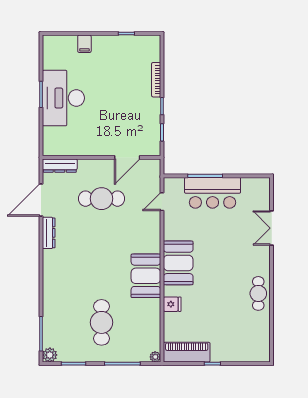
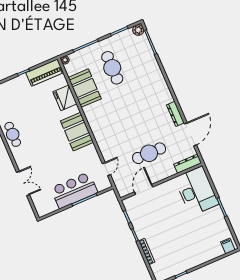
filing cabinet: (84, 44) -> (228, 246), moved
desk: (63, 98) -> (197, 191), moved
booth: (146, 276) -> (85, 88), moved
fridge: (172, 304) -> (65, 98), width x1.88, depth x1.34

